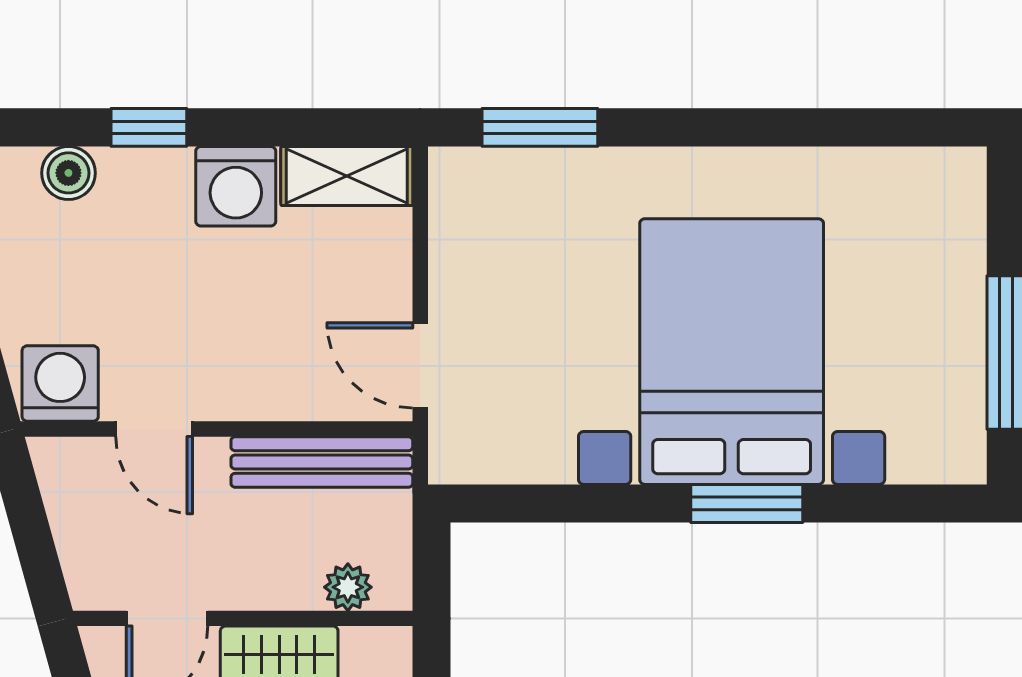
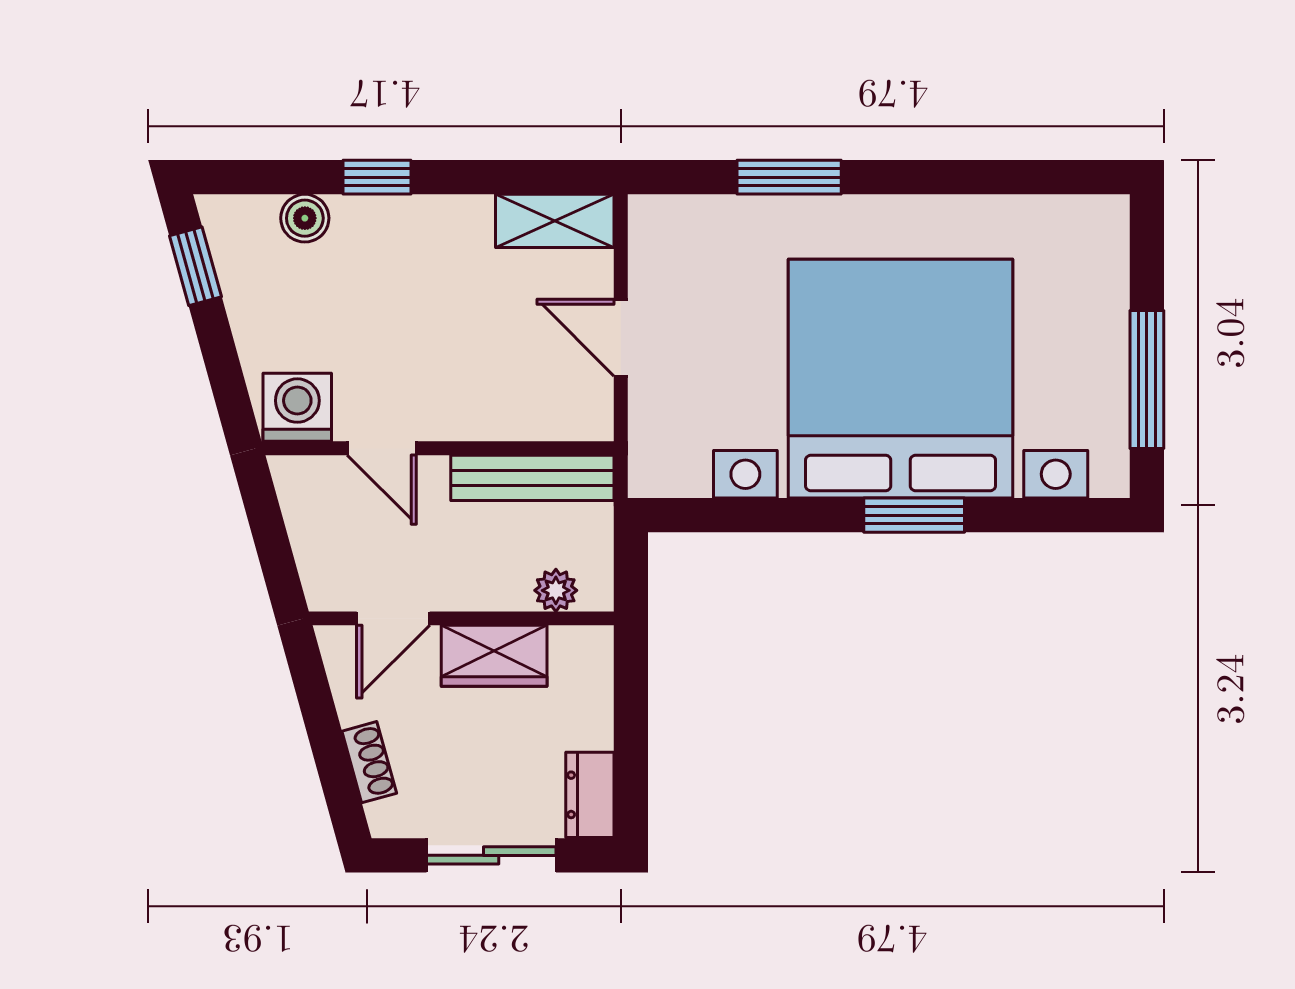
window: (540, 127) -> (789, 177), moved
washing machine: (236, 186) -> (455, 230), removed
bed with nightstands: (732, 352) -> (901, 379), width x1.36
door: (420, 365) -> (621, 338), moved

